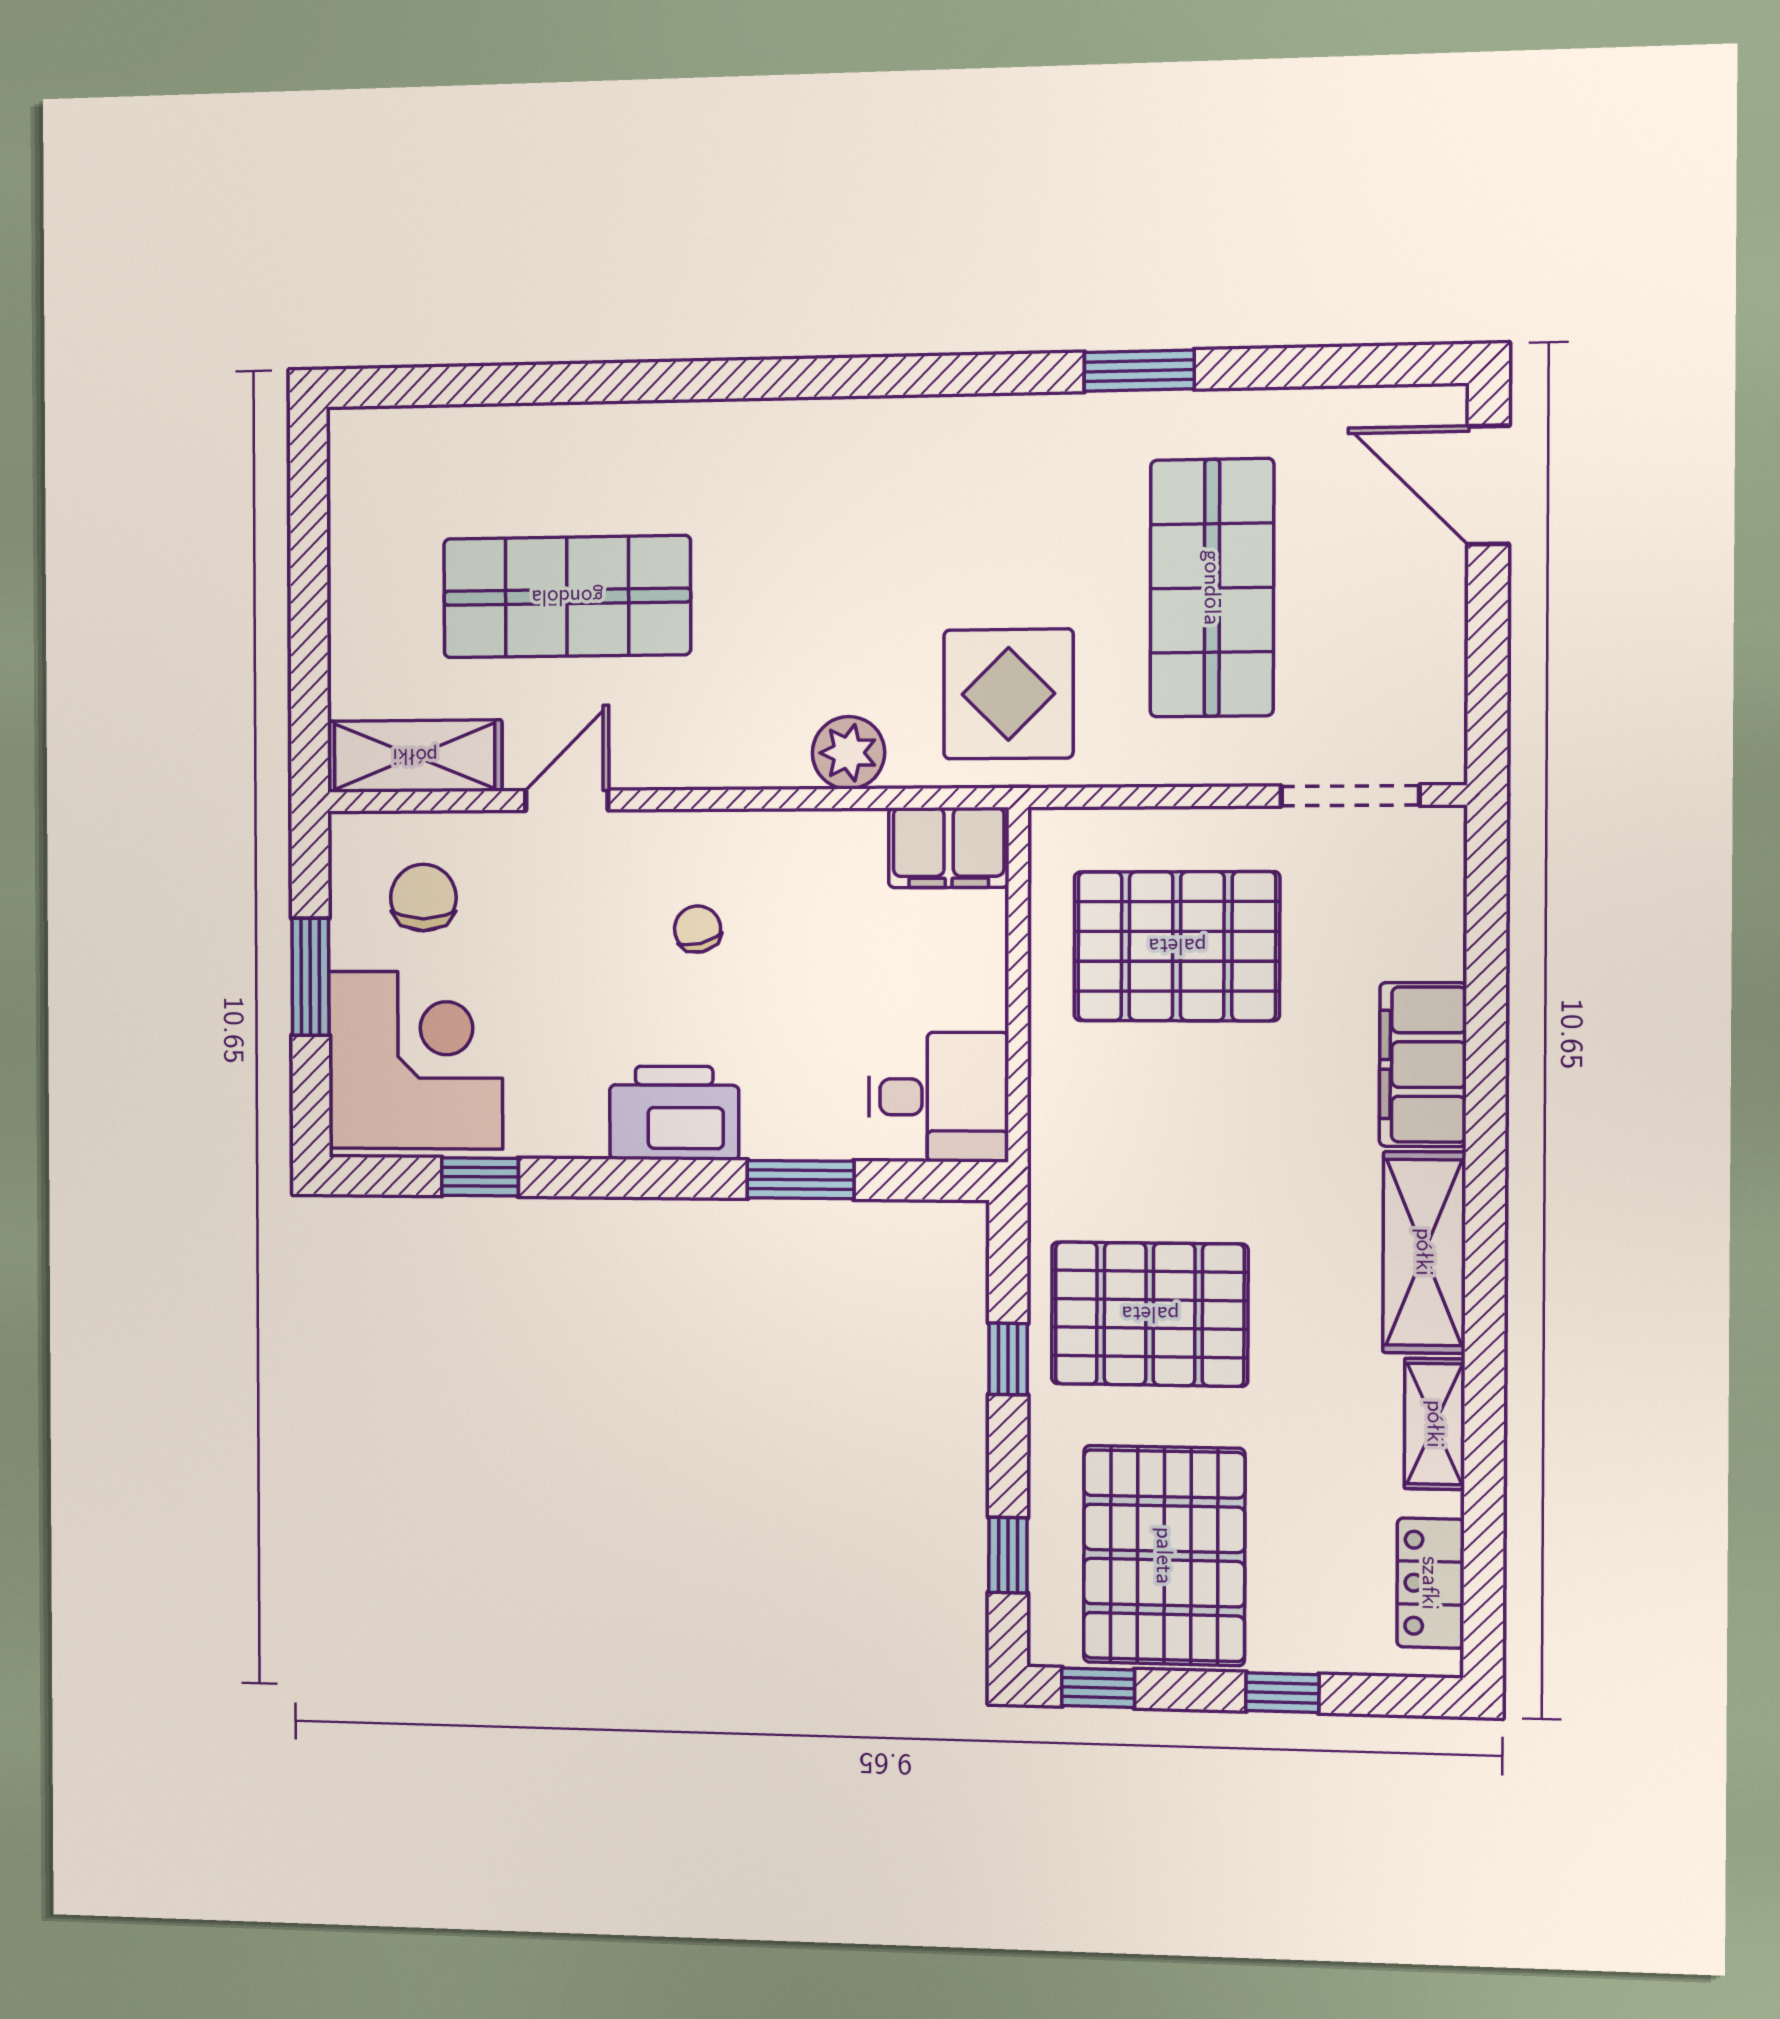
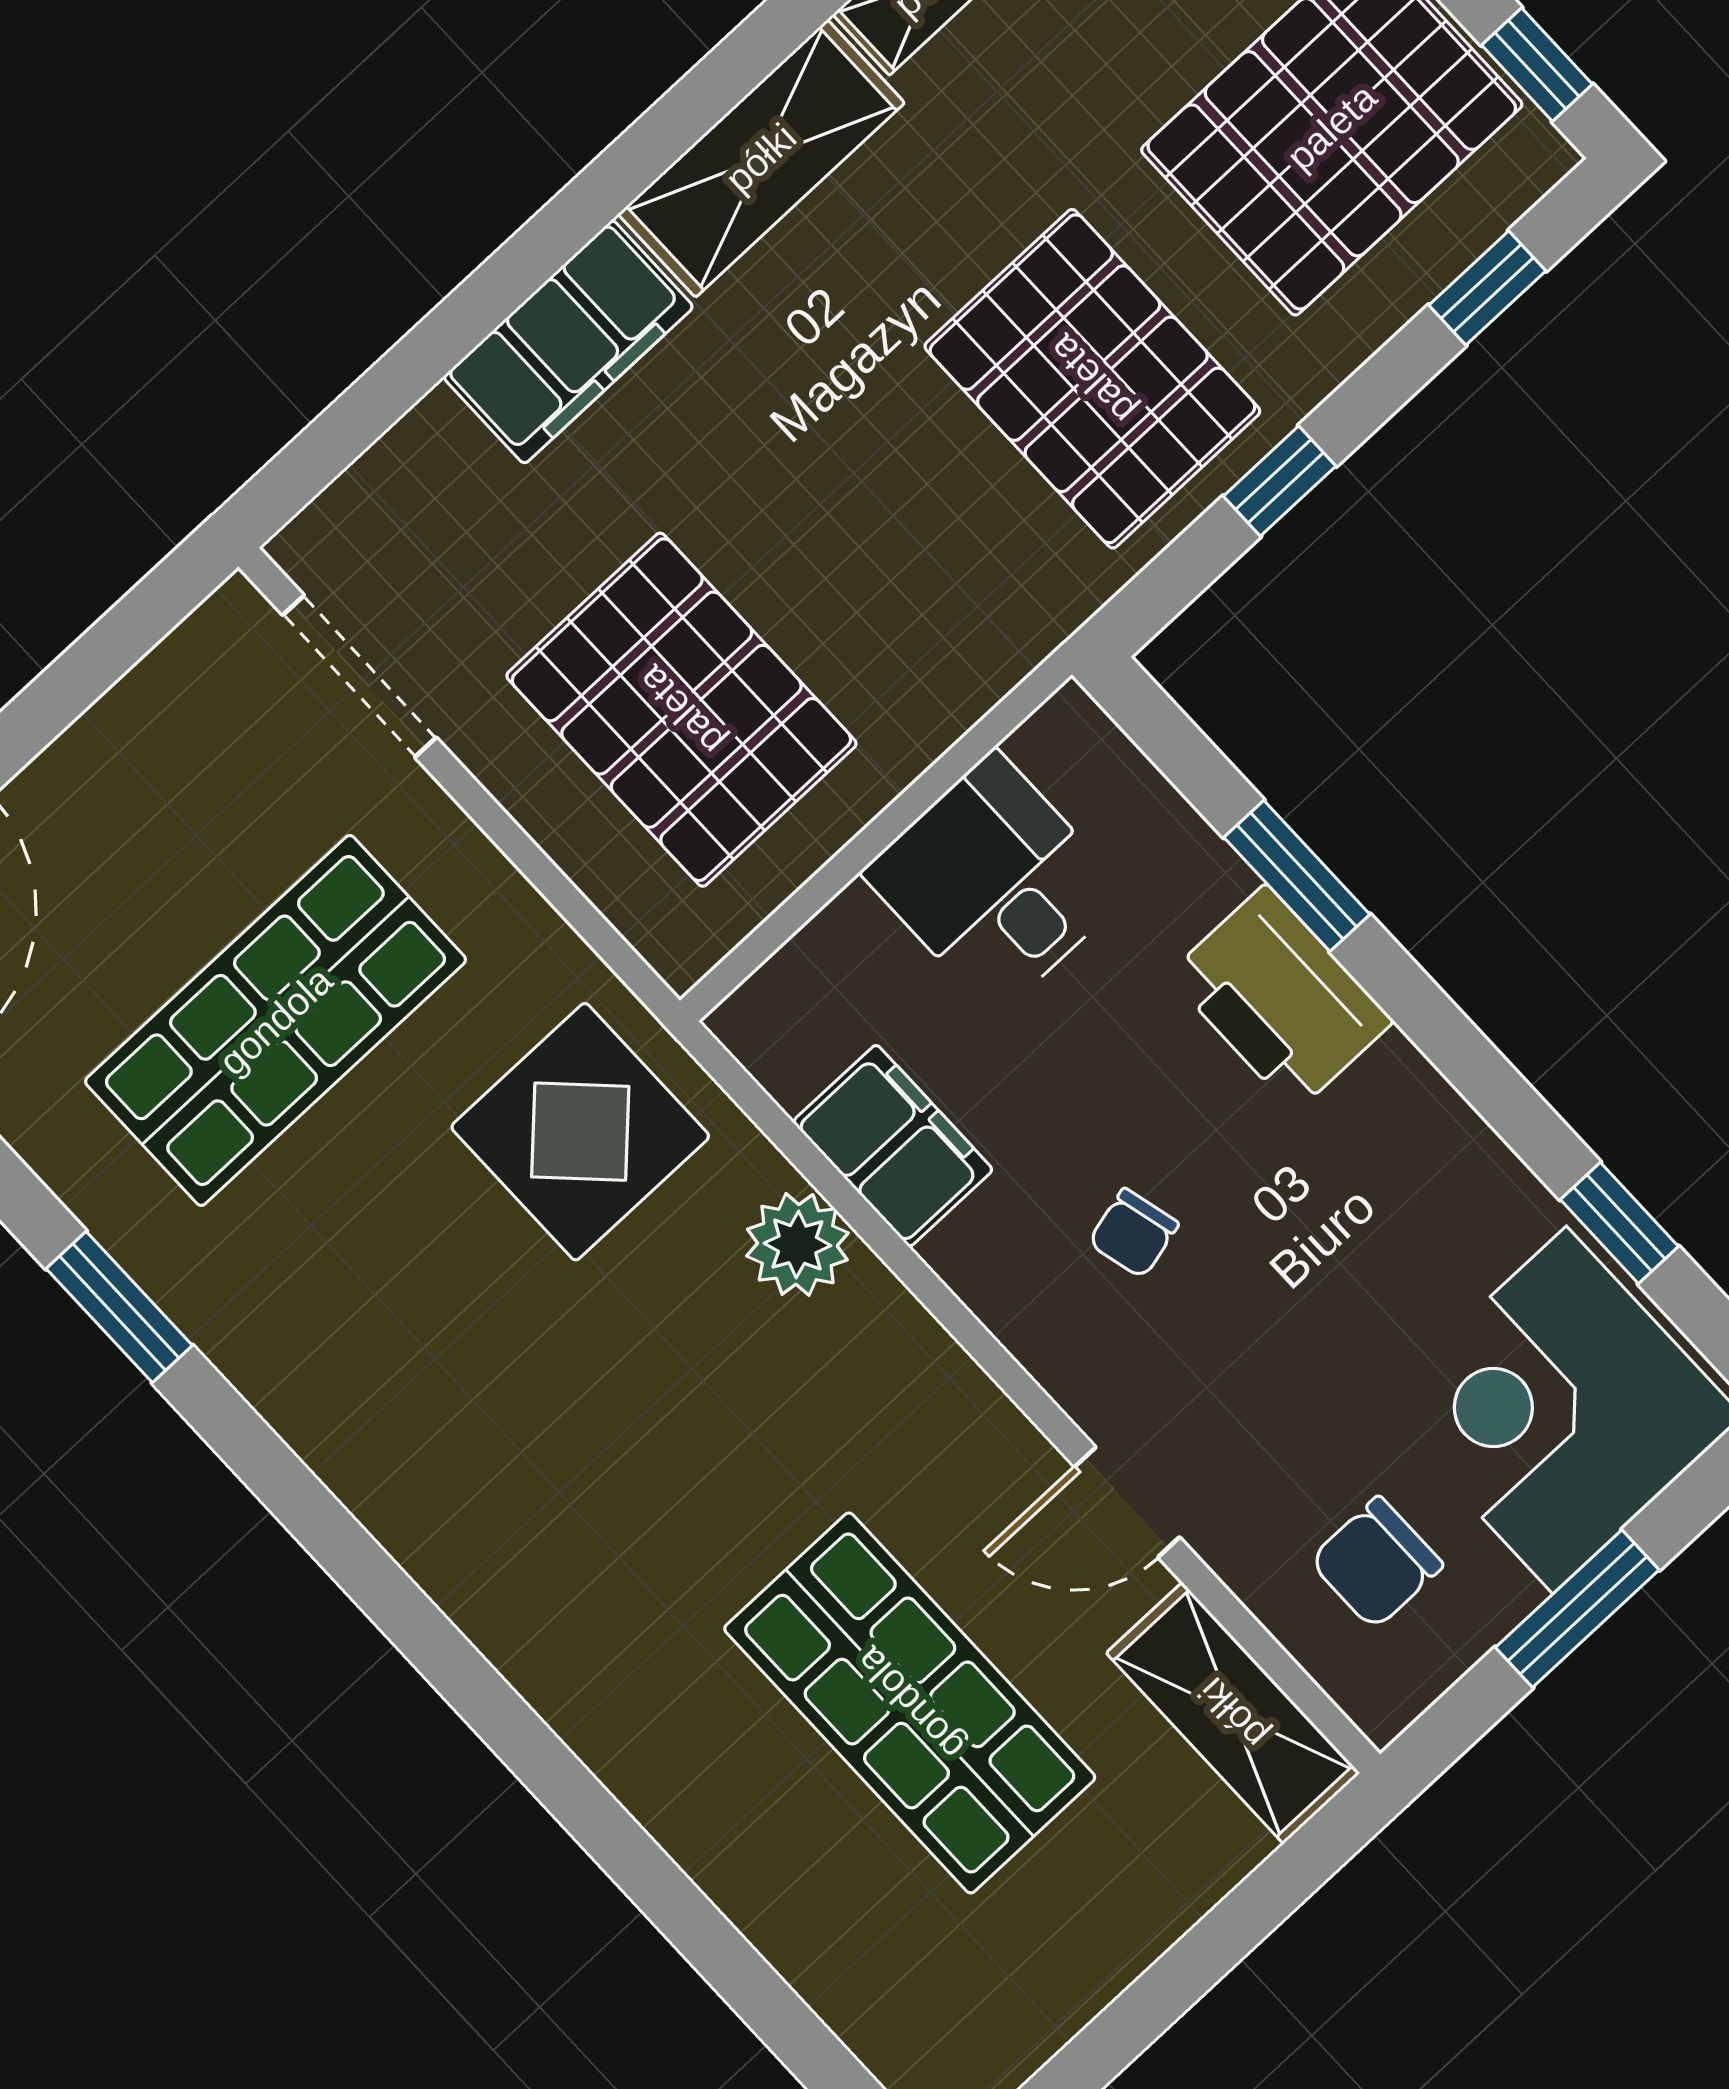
filing cabinet: (949, 848) -> (893, 1146), moved
desk: (939, 1097) -> (995, 883), moved
printer: (674, 1113) -> (1280, 998), moved

